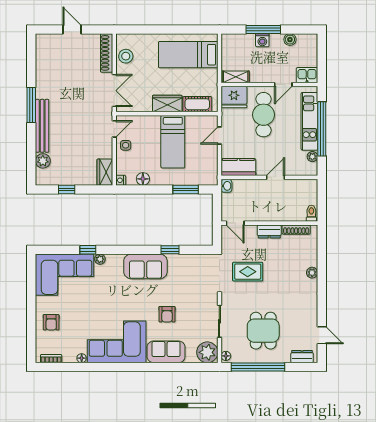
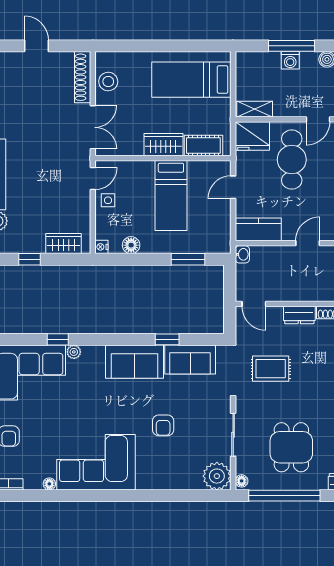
wardrobe: (105, 172) -> (63, 244), moved, turned 90
sofa: (166, 352) -> (190, 360), moved, turned 180

